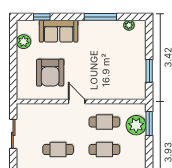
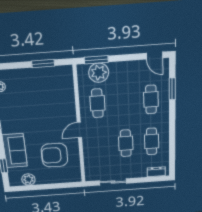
armchair: (50, 73) -> (54, 155), turned 180
cafe table: (104, 150) -> (124, 101), removed

